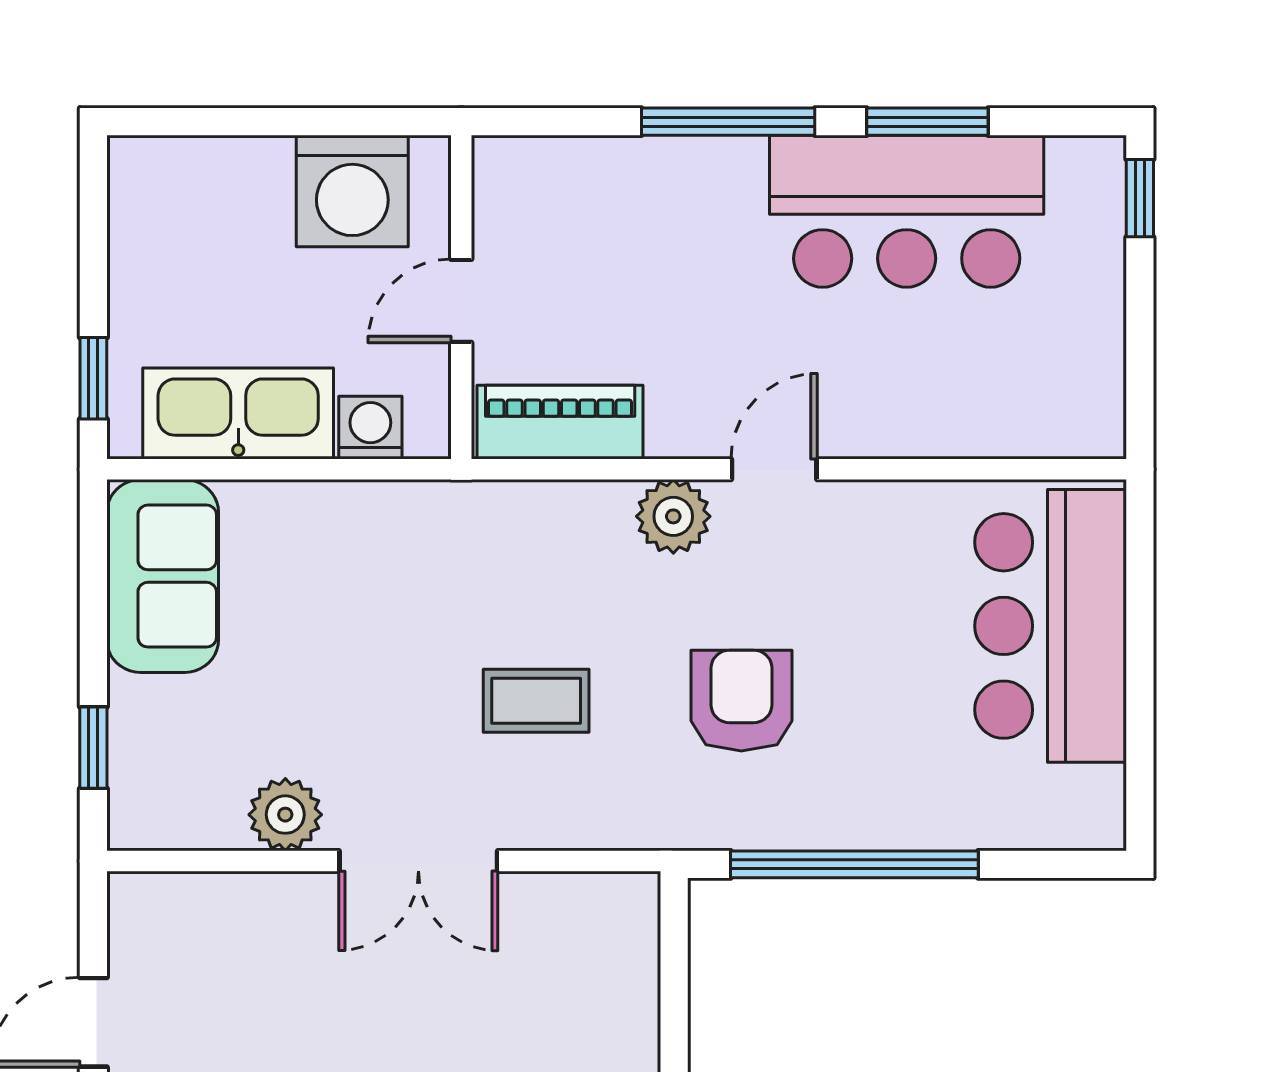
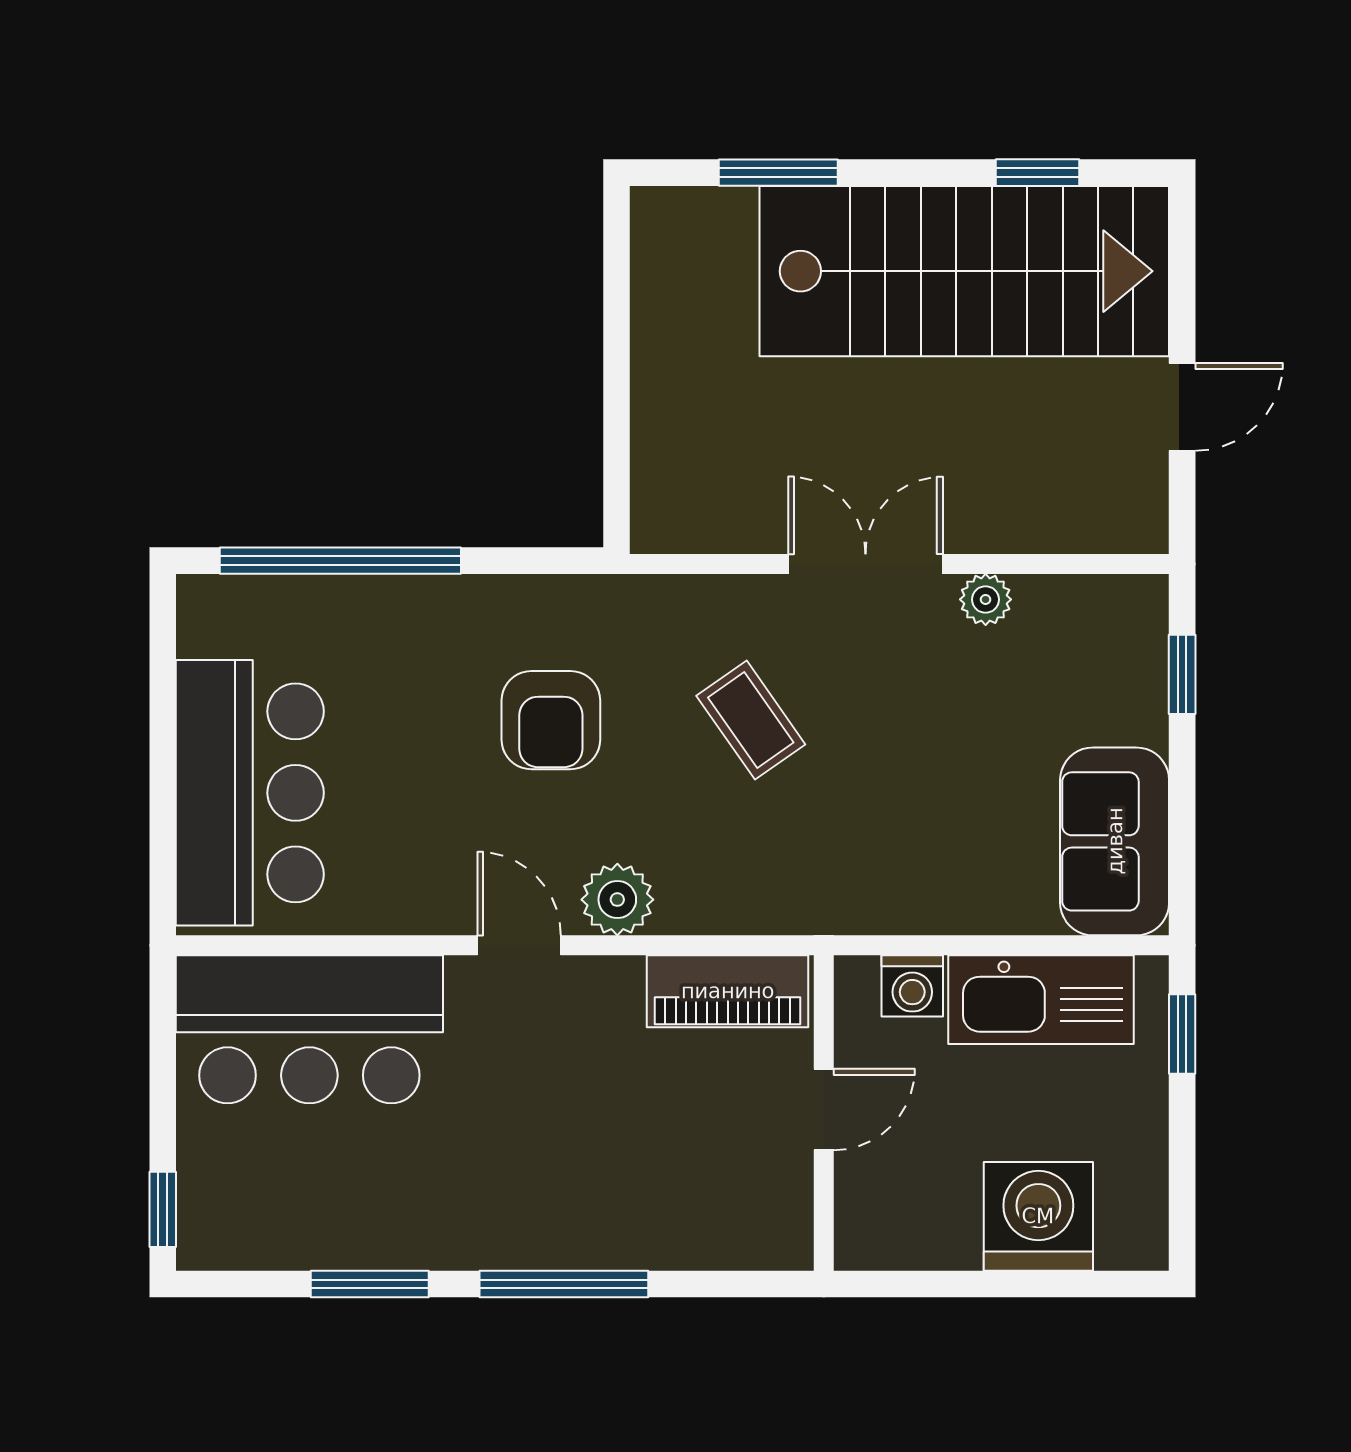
washing machine: (352, 191) -> (1038, 1216), moved
bar counter: (907, 211) -> (309, 1029), moved, turned 180
door: (774, 469) -> (519, 945), swing flipped
coffee table: (536, 701) -> (751, 720), turned 55
plant: (285, 815) -> (986, 599), width x0.73, depth x0.73
window: (854, 864) -> (340, 561), moved

